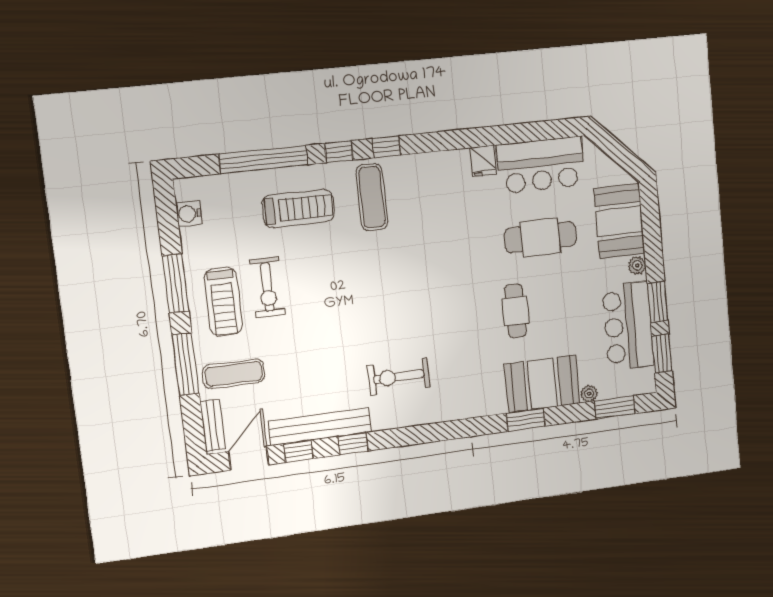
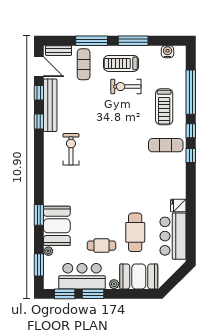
cafe table: (515, 311) -> (102, 246), moved

